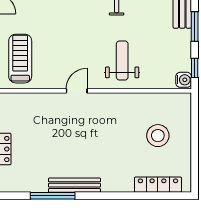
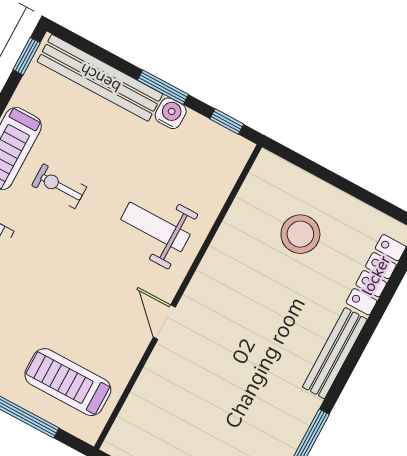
water cooler: (184, 80) -> (171, 113), moved
bench: (74, 185) -> (335, 353), moved

